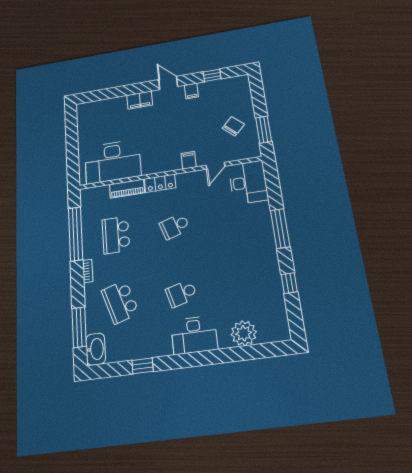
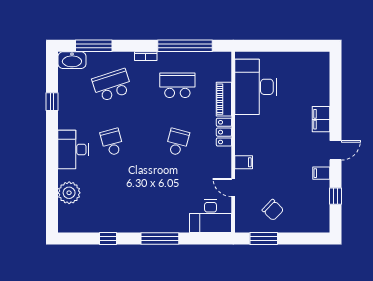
school desk: (175, 226) -> (177, 142), turned 33

